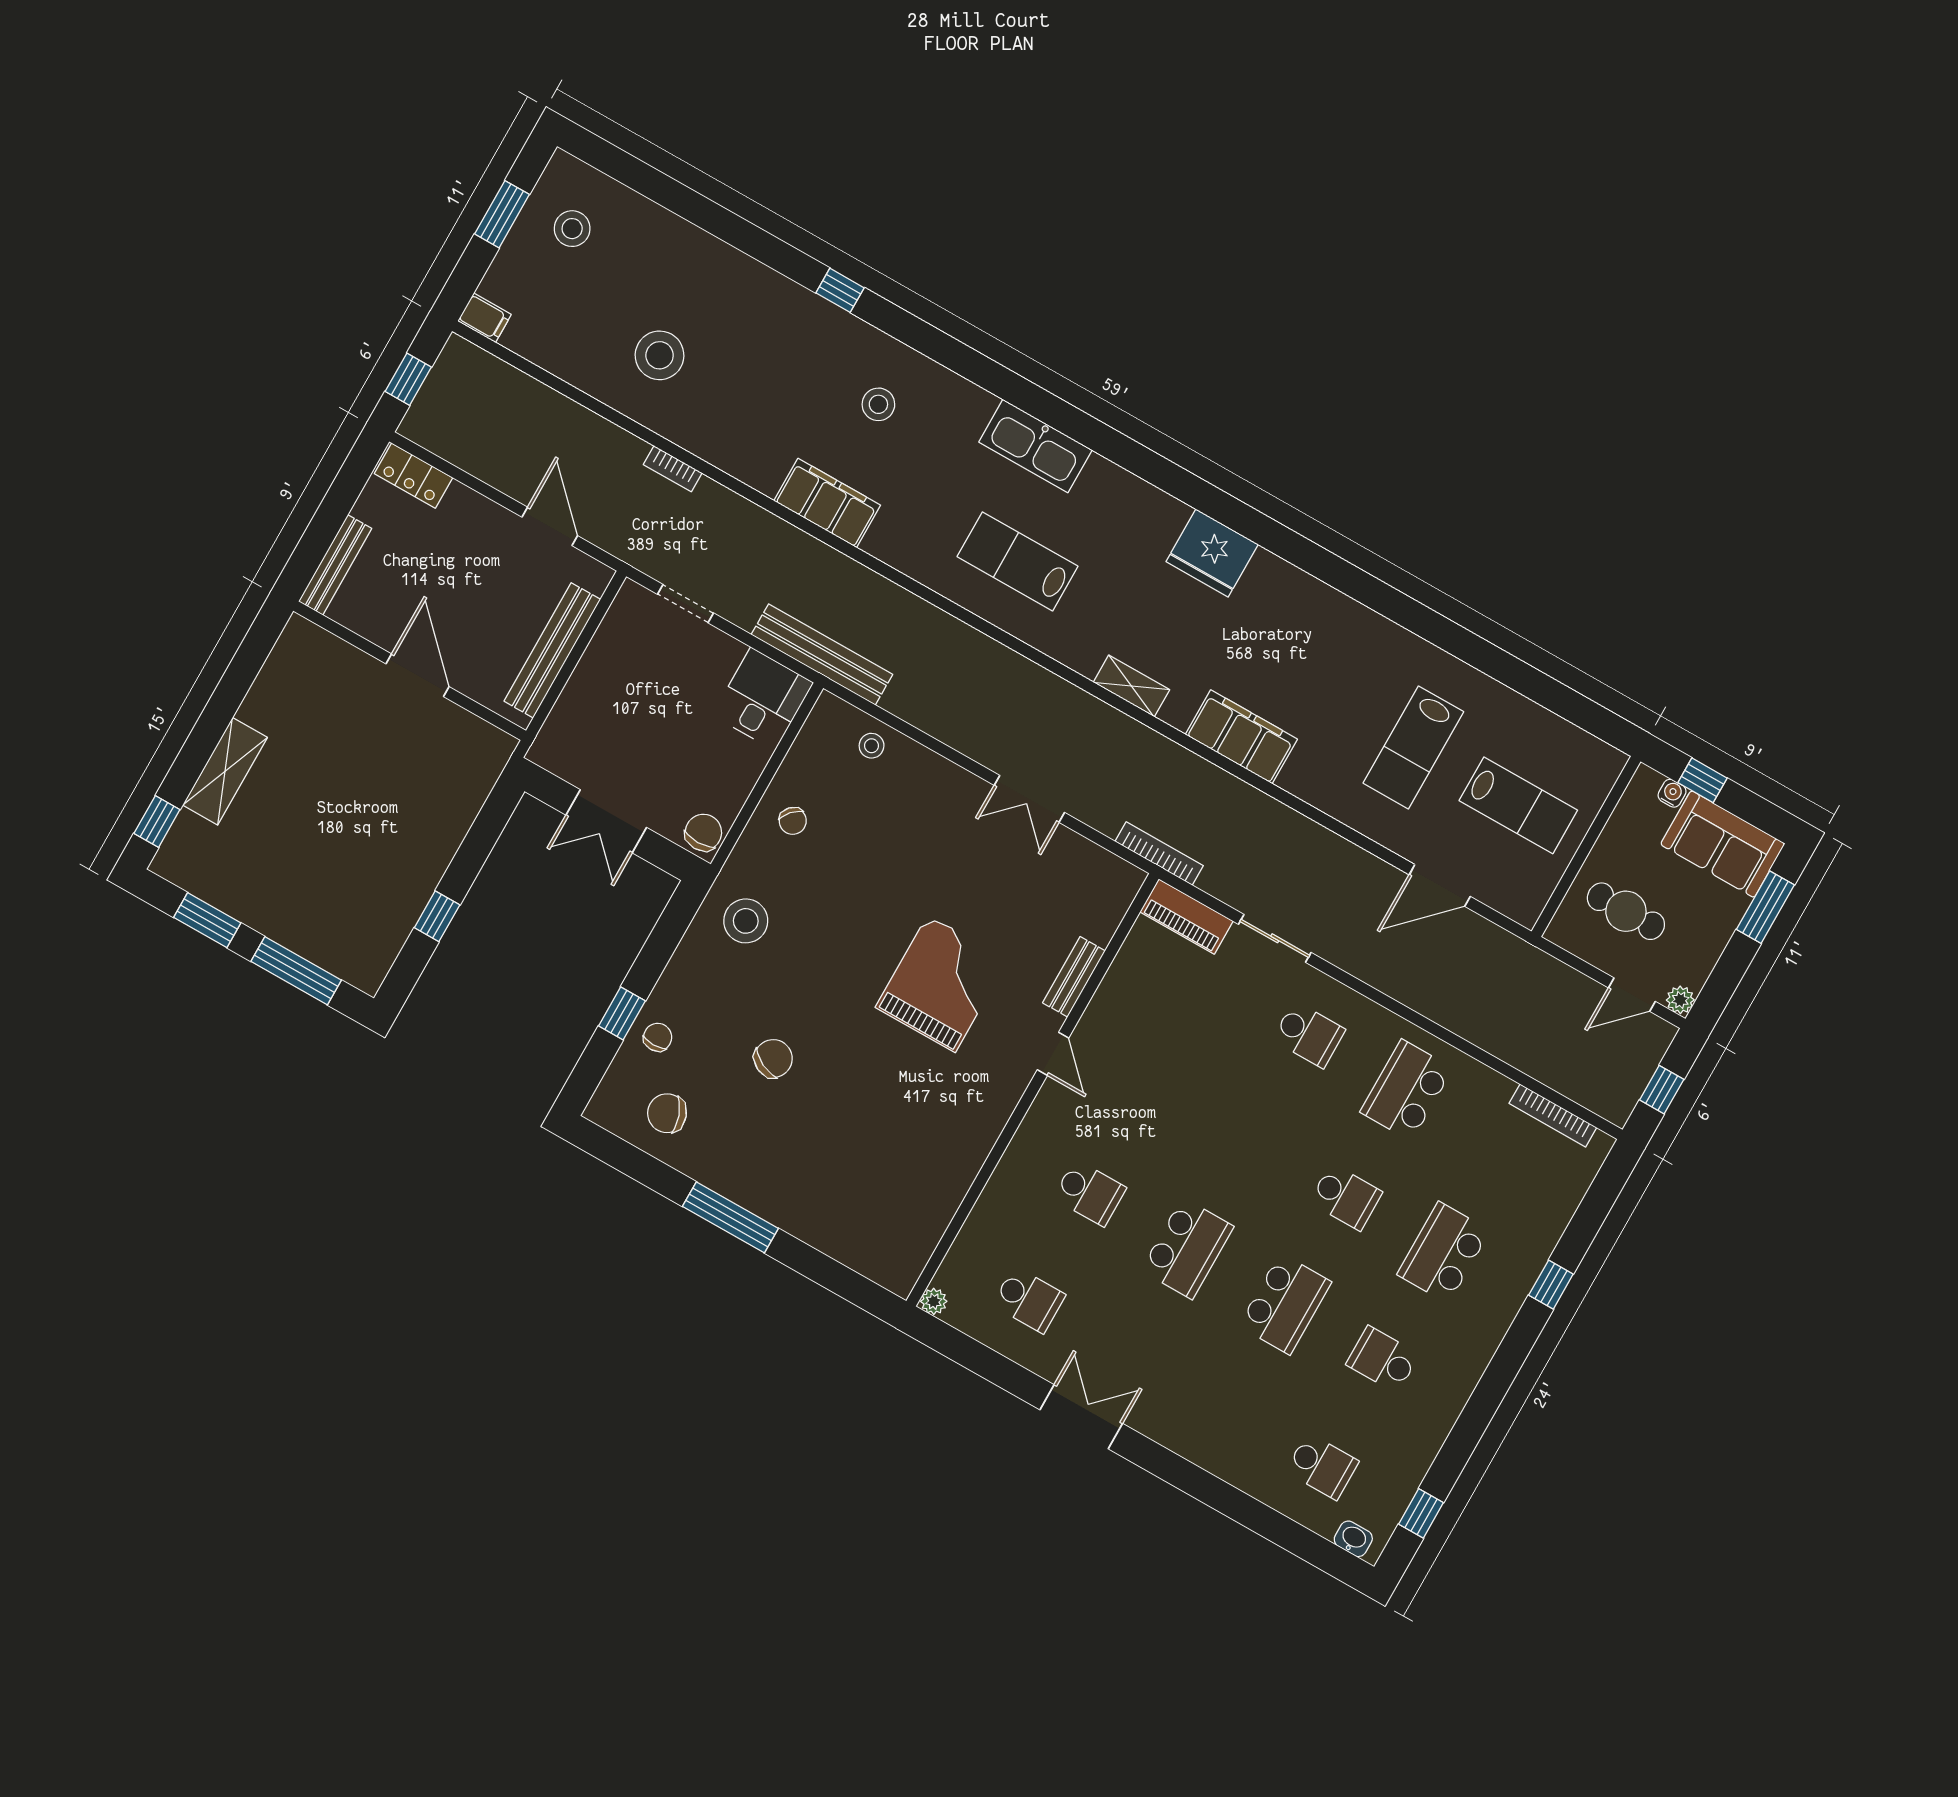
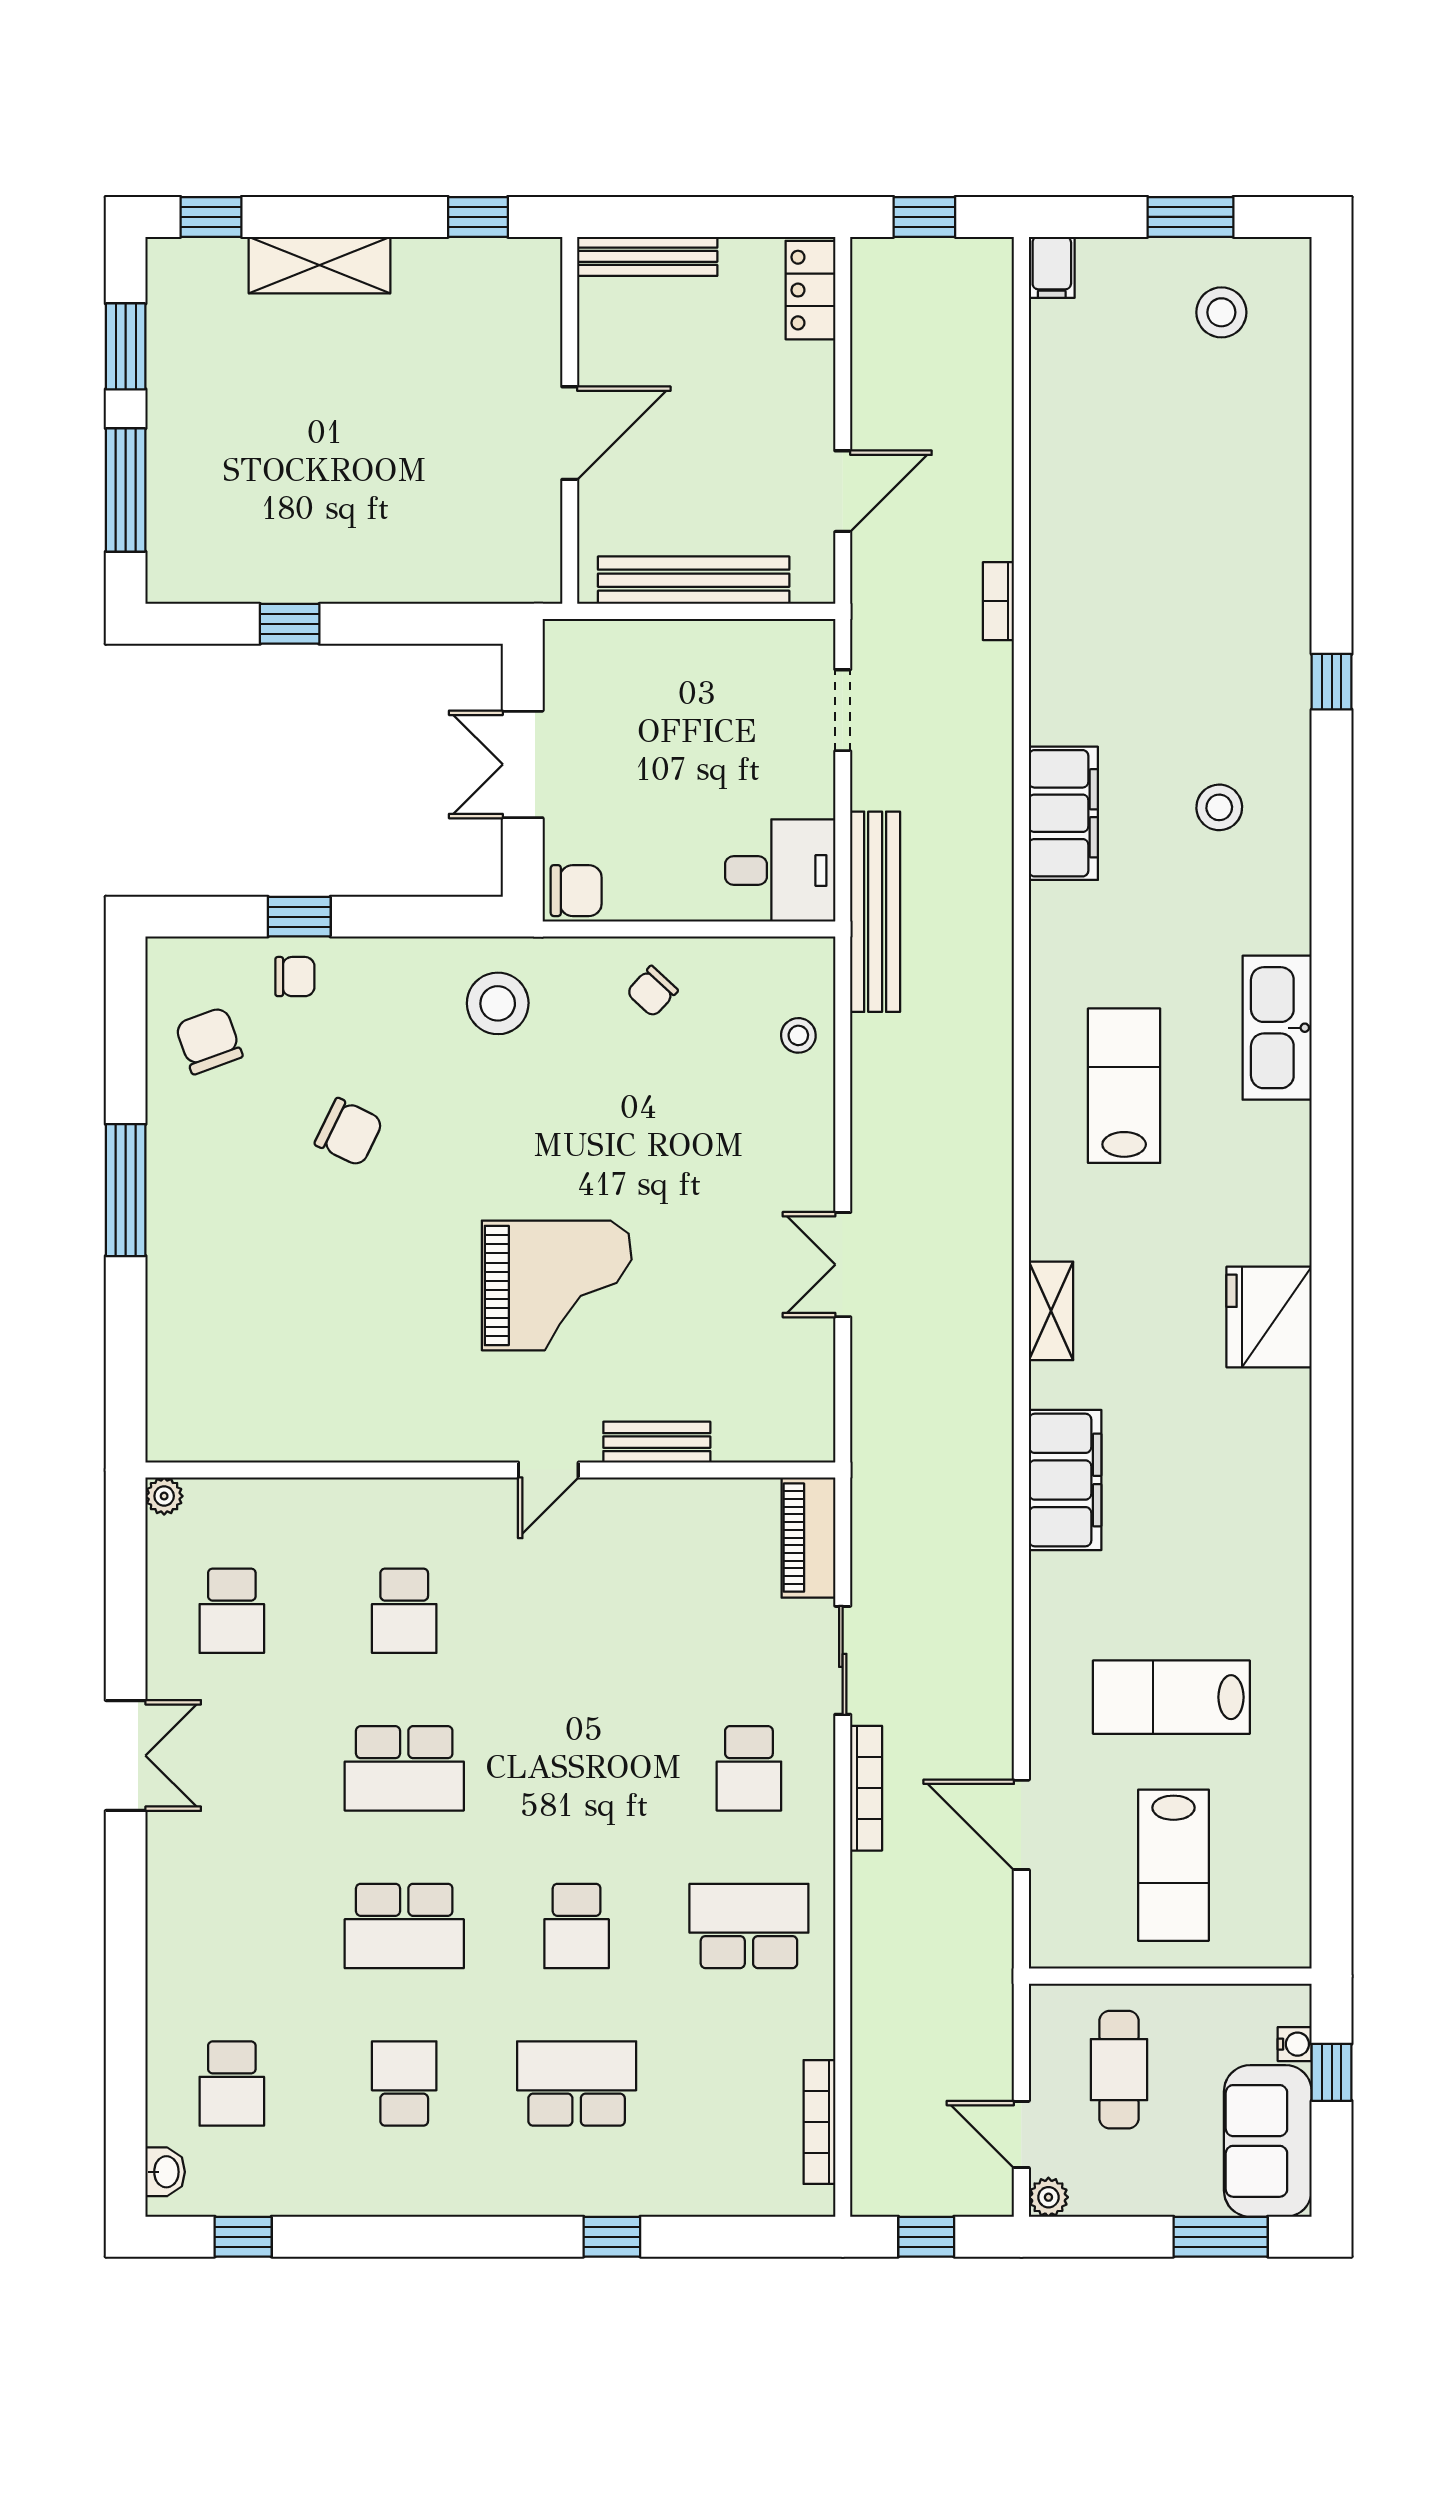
stool: (660, 355) -> (1127, 507), removed
window: (251, 656) -> (478, 217), added
bookcase: (1159, 853) -> (866, 1788), moved

